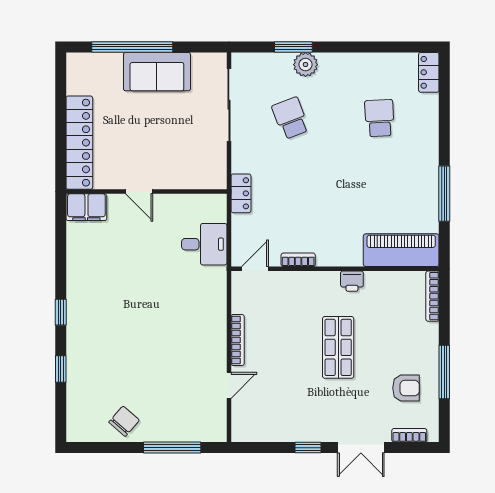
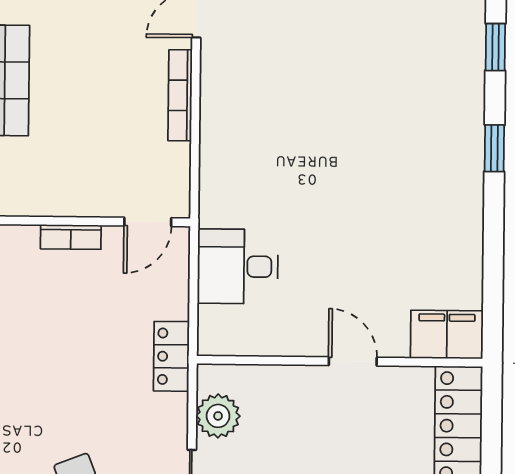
plant: (214, 160) -> (218, 416), added

